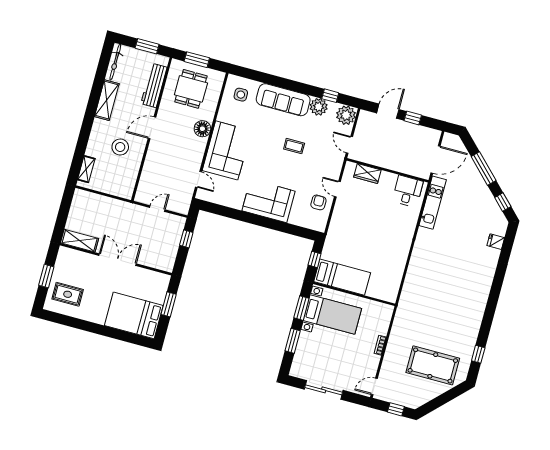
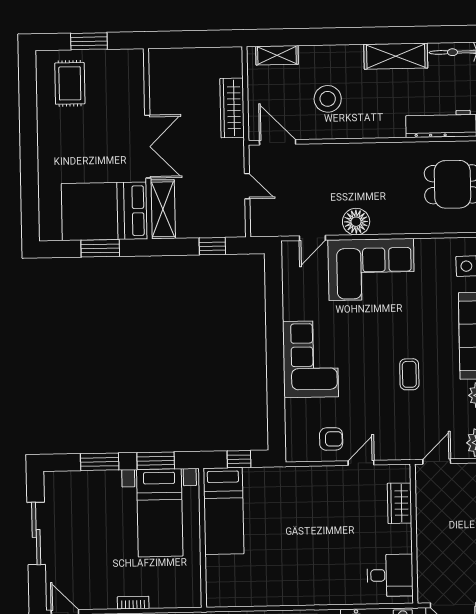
door: (152, 128) -> (278, 142), moved
floor lamp: (202, 129) -> (356, 222), moved
wardrobe: (109, 204) -> (232, 108), added
shelving: (80, 241) -> (163, 209), moved
bed: (134, 315) -> (104, 211), moved, turned -90

